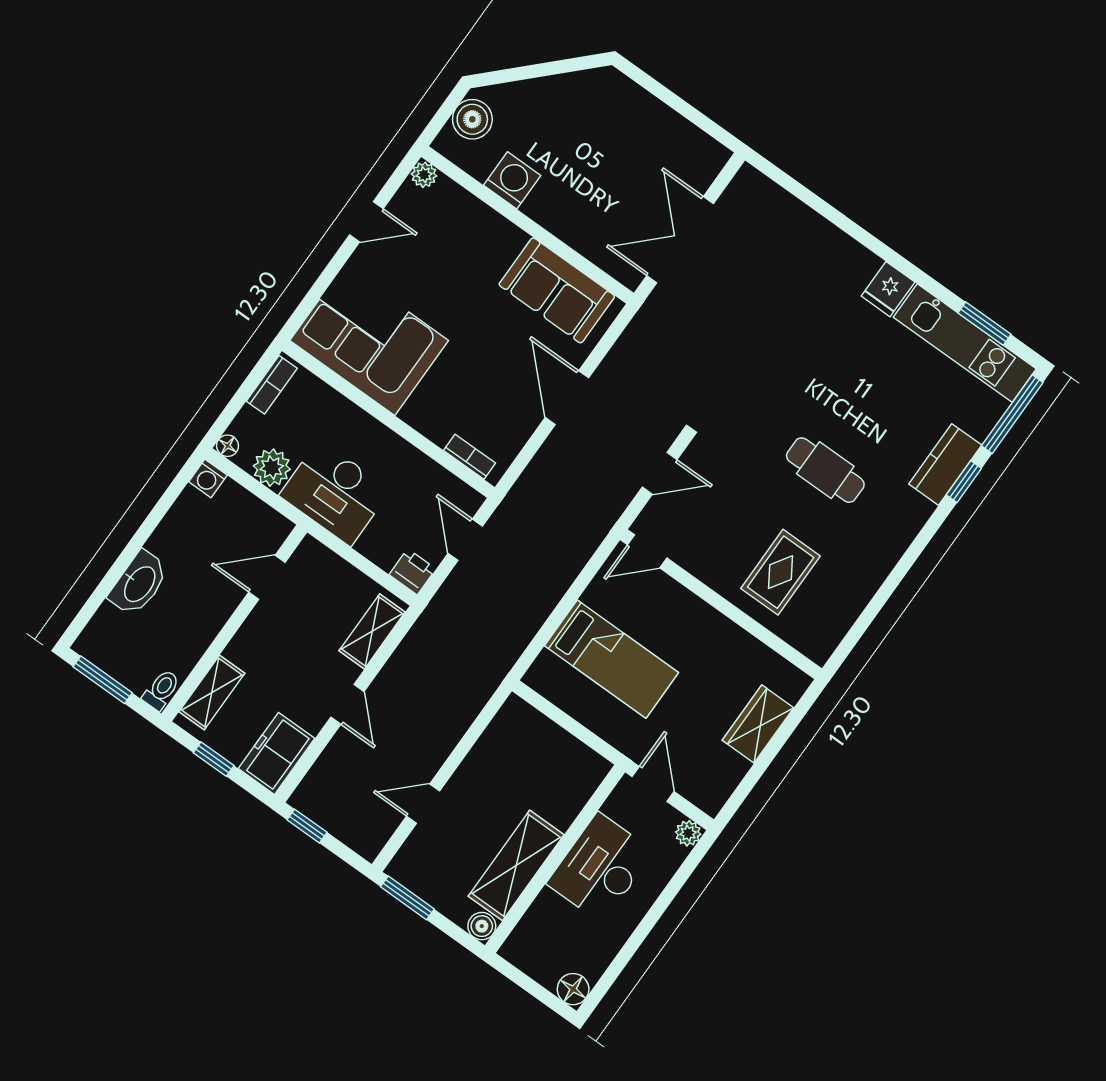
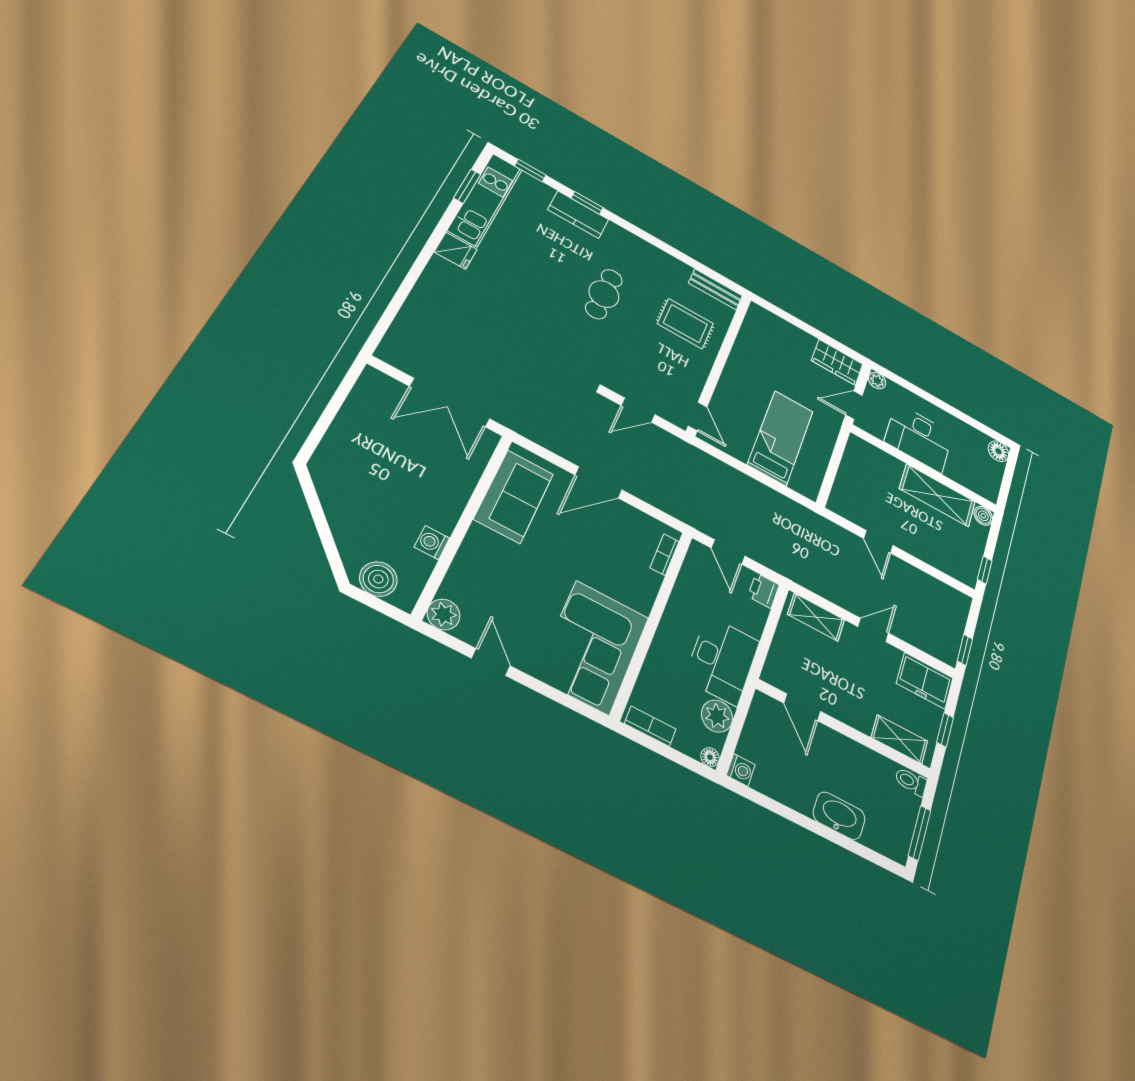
plant: (424, 175) -> (444, 615), width x1.38, depth x1.38
washing machine: (512, 180) -> (432, 543), width x0.73, depth x0.73
window: (1012, 414) -> (530, 170), width x0.46
door: (660, 473) -> (638, 410), swing flipped
door: (465, 540) -> (728, 552), hinge flipped
bench: (832, 631) -> (716, 289), added
wardrobe: (758, 724) -> (837, 362), moved
door: (423, 804) -> (878, 542), moved
window: (407, 898) -> (985, 570), width x0.67

